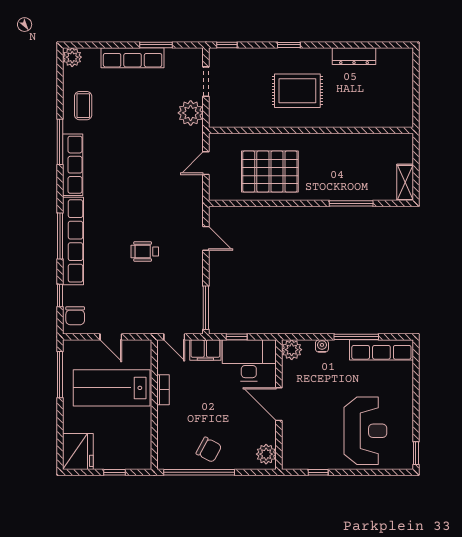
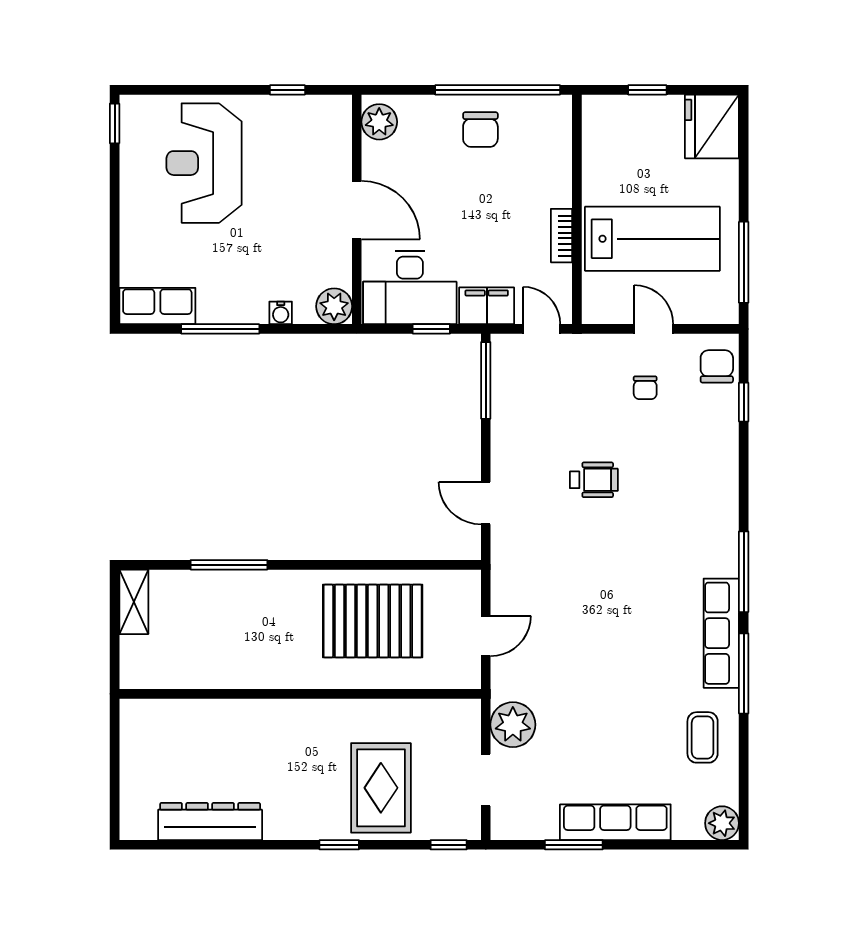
dresser: (354, 56) -> (210, 822), width x1.37, depth x1.24
rug: (297, 91) -> (381, 788), moved, turned 90
window: (60, 236) -> (744, 572), moved
row of seats: (73, 241) -> (721, 499), removed
chair: (116, 304) -> (645, 388), added
row of seats: (381, 350) -> (157, 306), width x0.68
chair: (209, 450) -> (480, 130), turned -118

